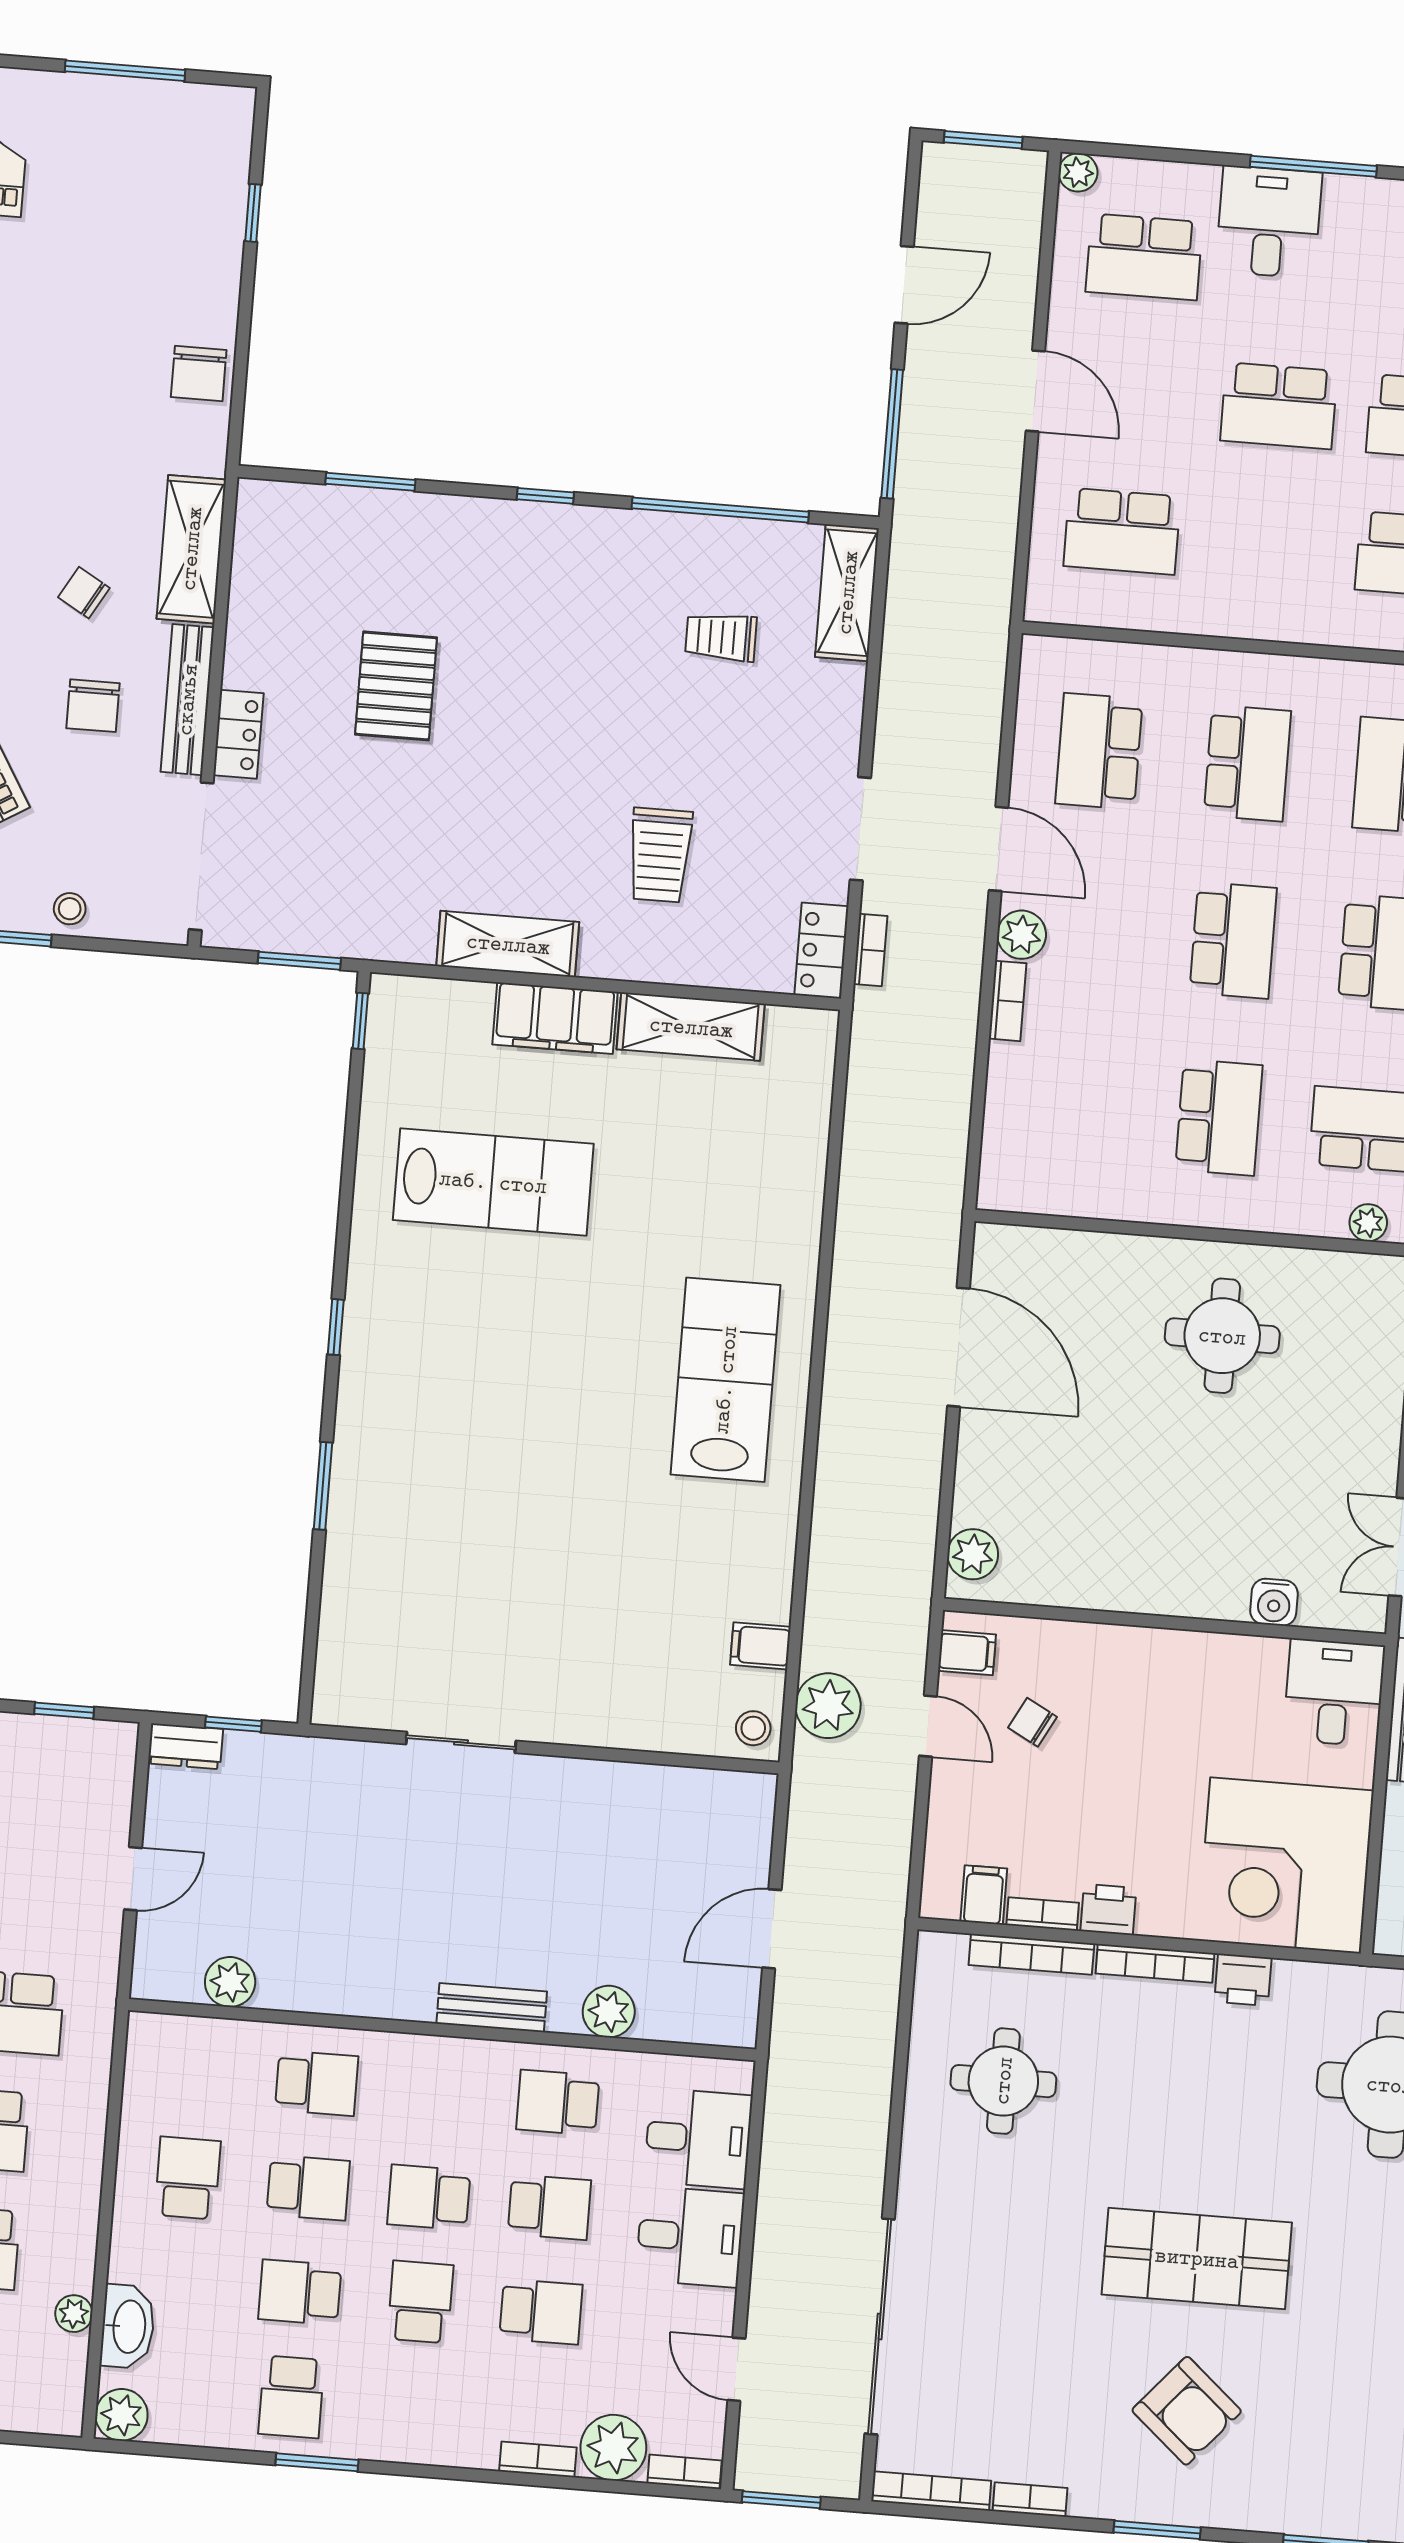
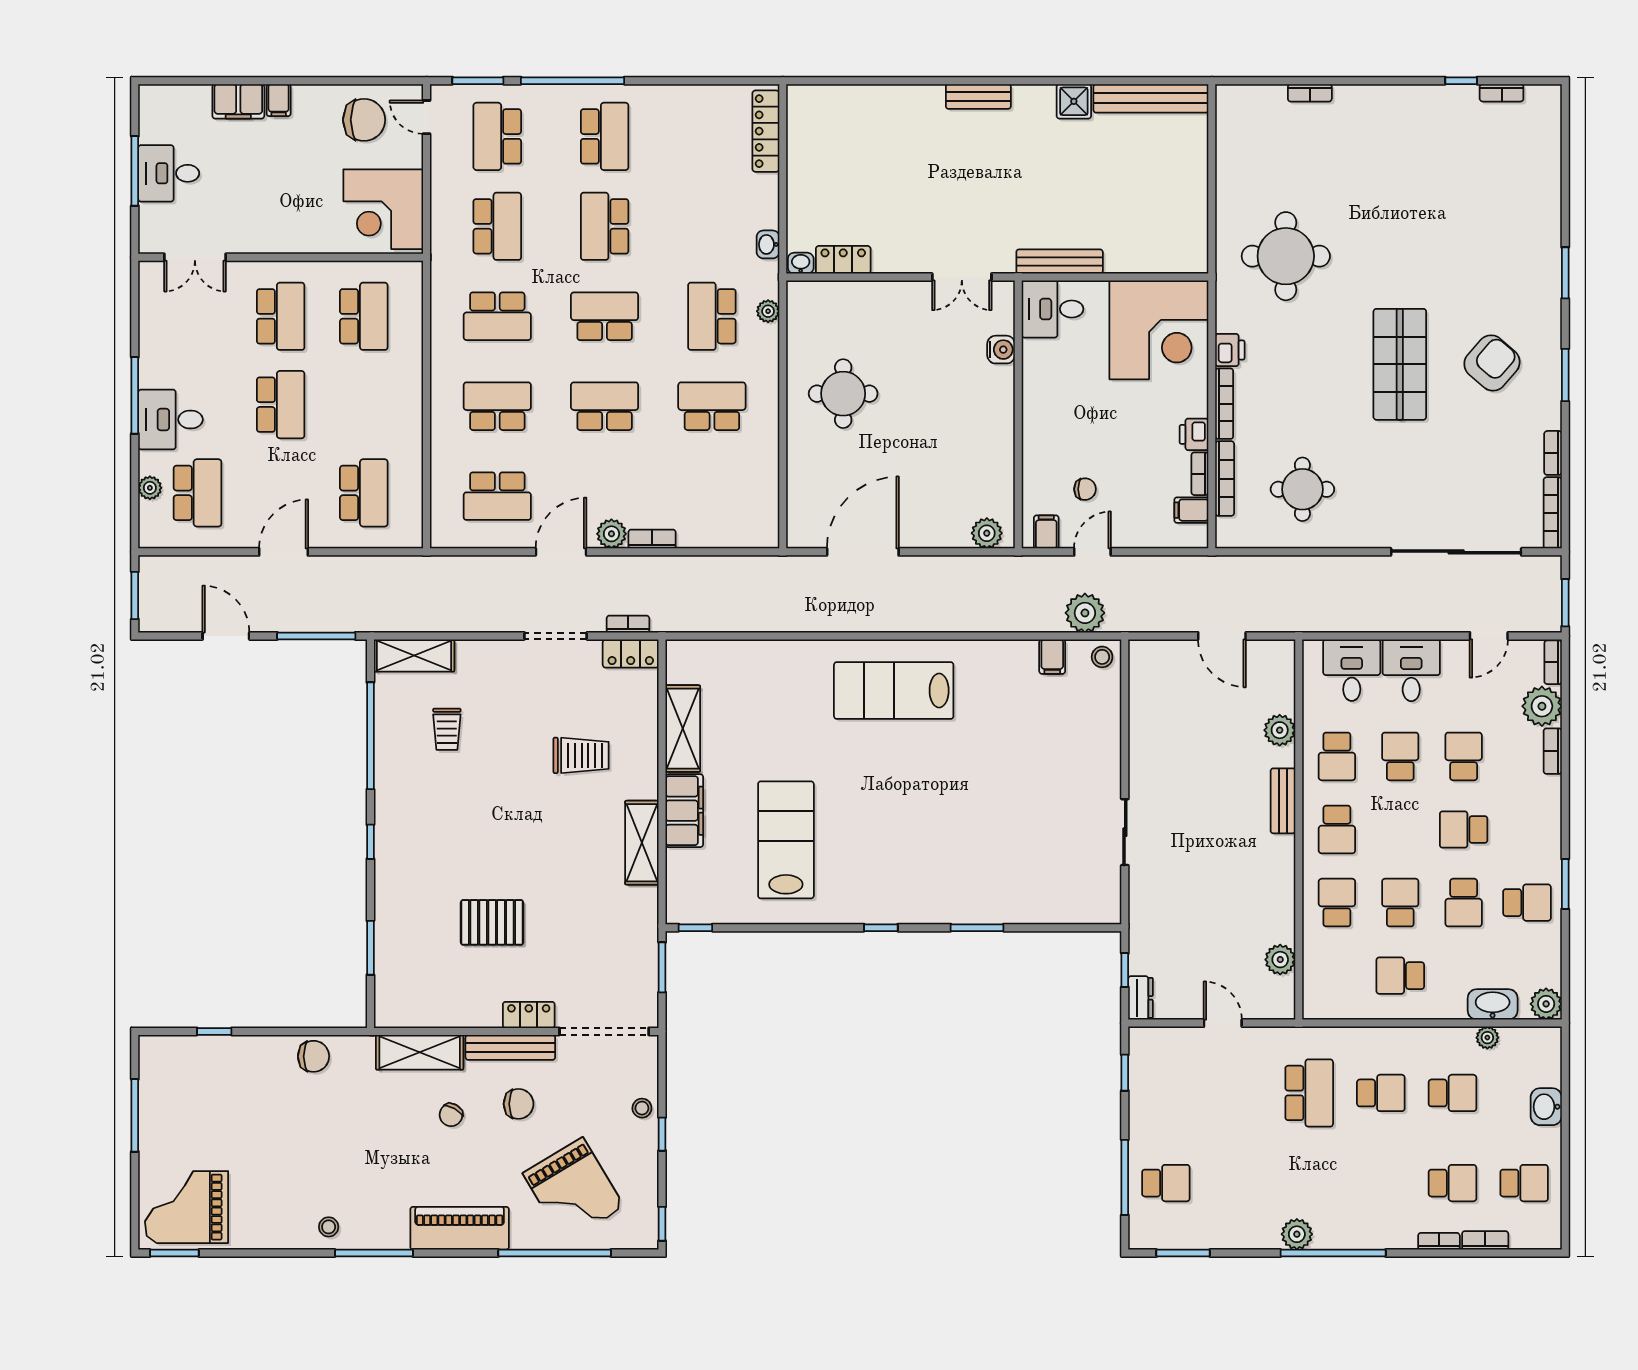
plant: (1078, 172) -> (150, 488), moved
chair: (1033, 1722) -> (1085, 489), turned -118
school desk: (429, 2197) -> (1337, 829), moved

